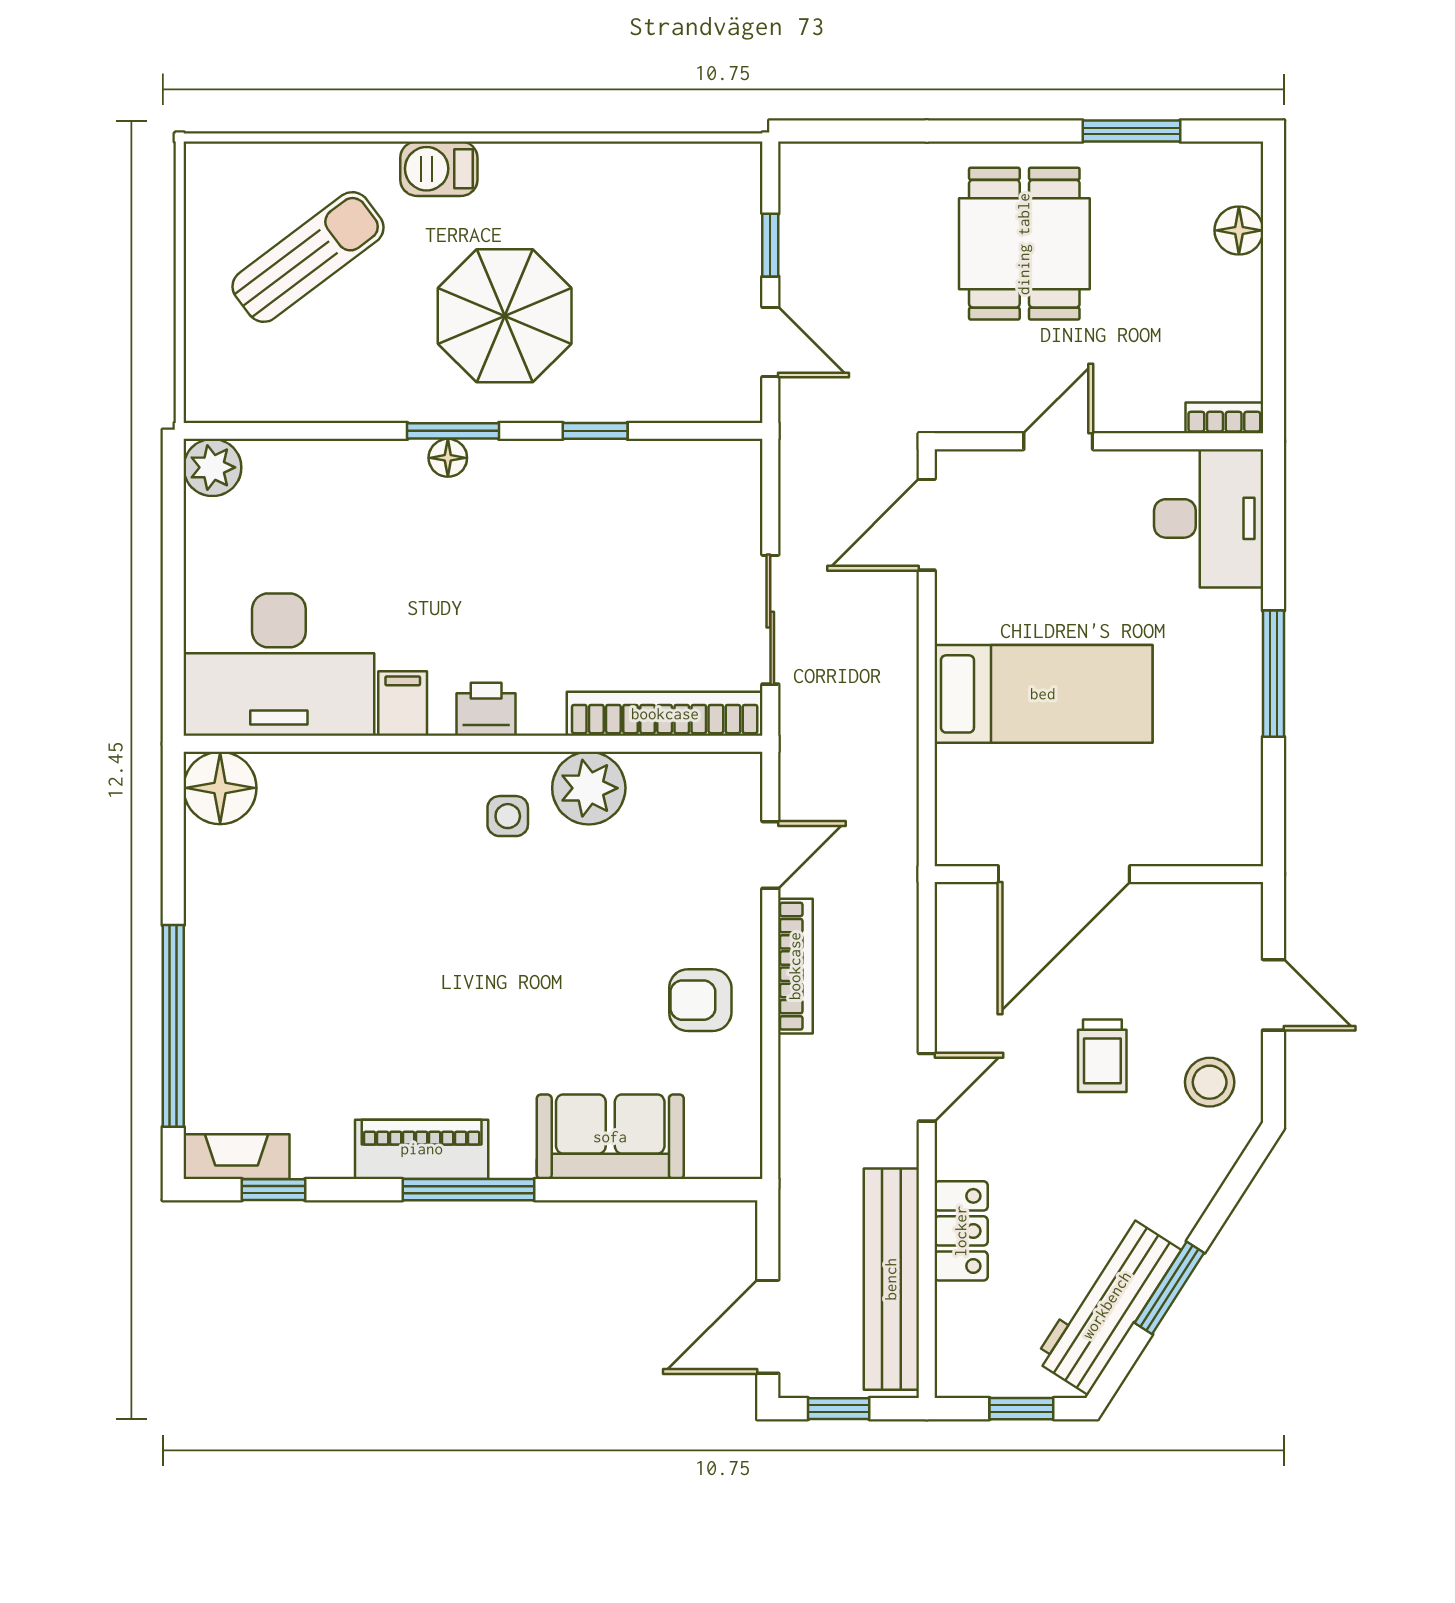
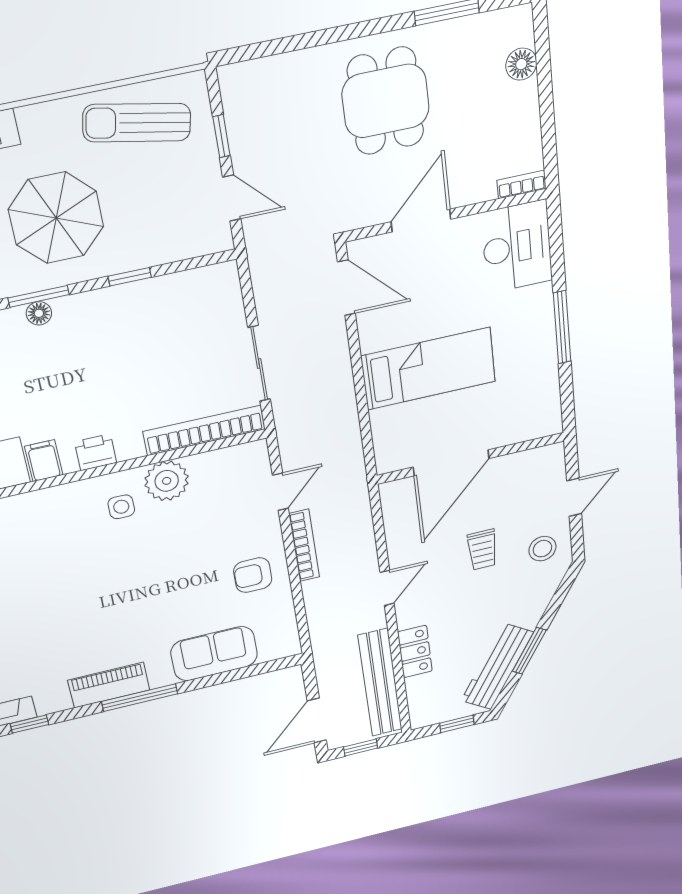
sun lounger: (650, 199) -> (137, 123), added
door: (1058, 441) -> (421, 221), width x1.38
door: (927, 525) -> (346, 288), swing flipped
door: (1274, 995) -> (574, 497), hinge flipped

